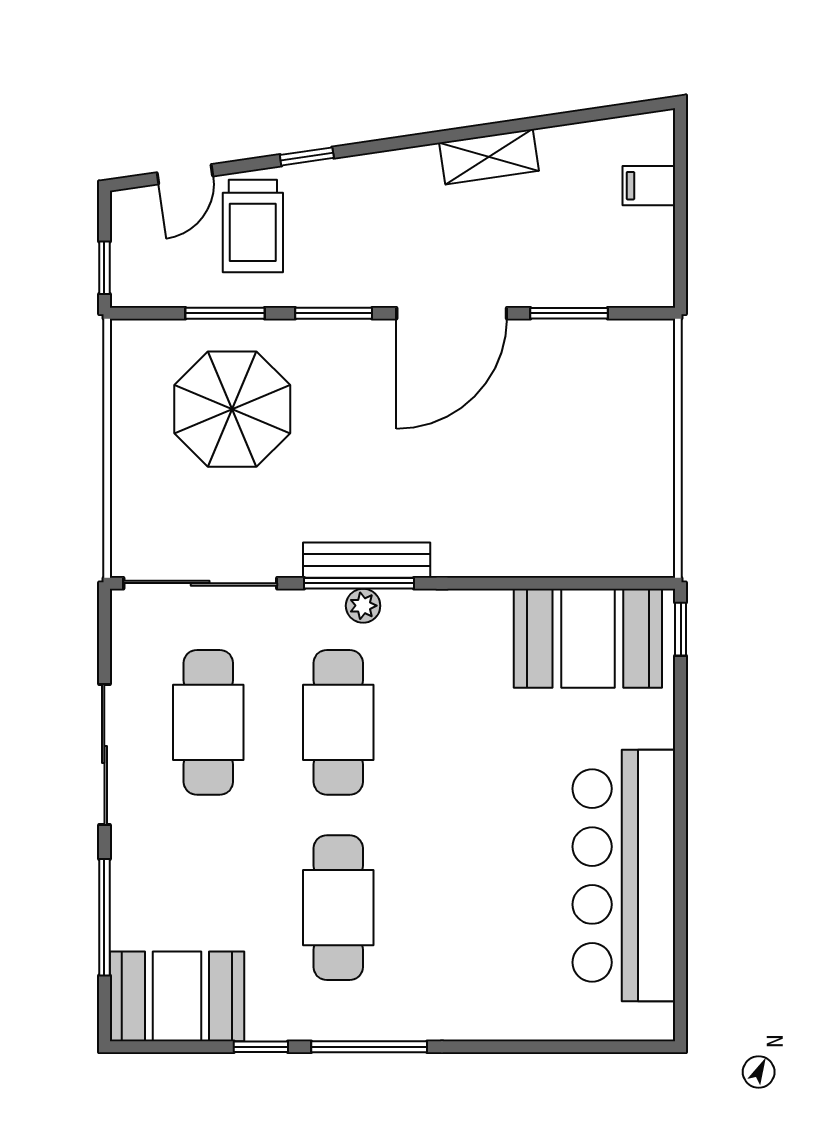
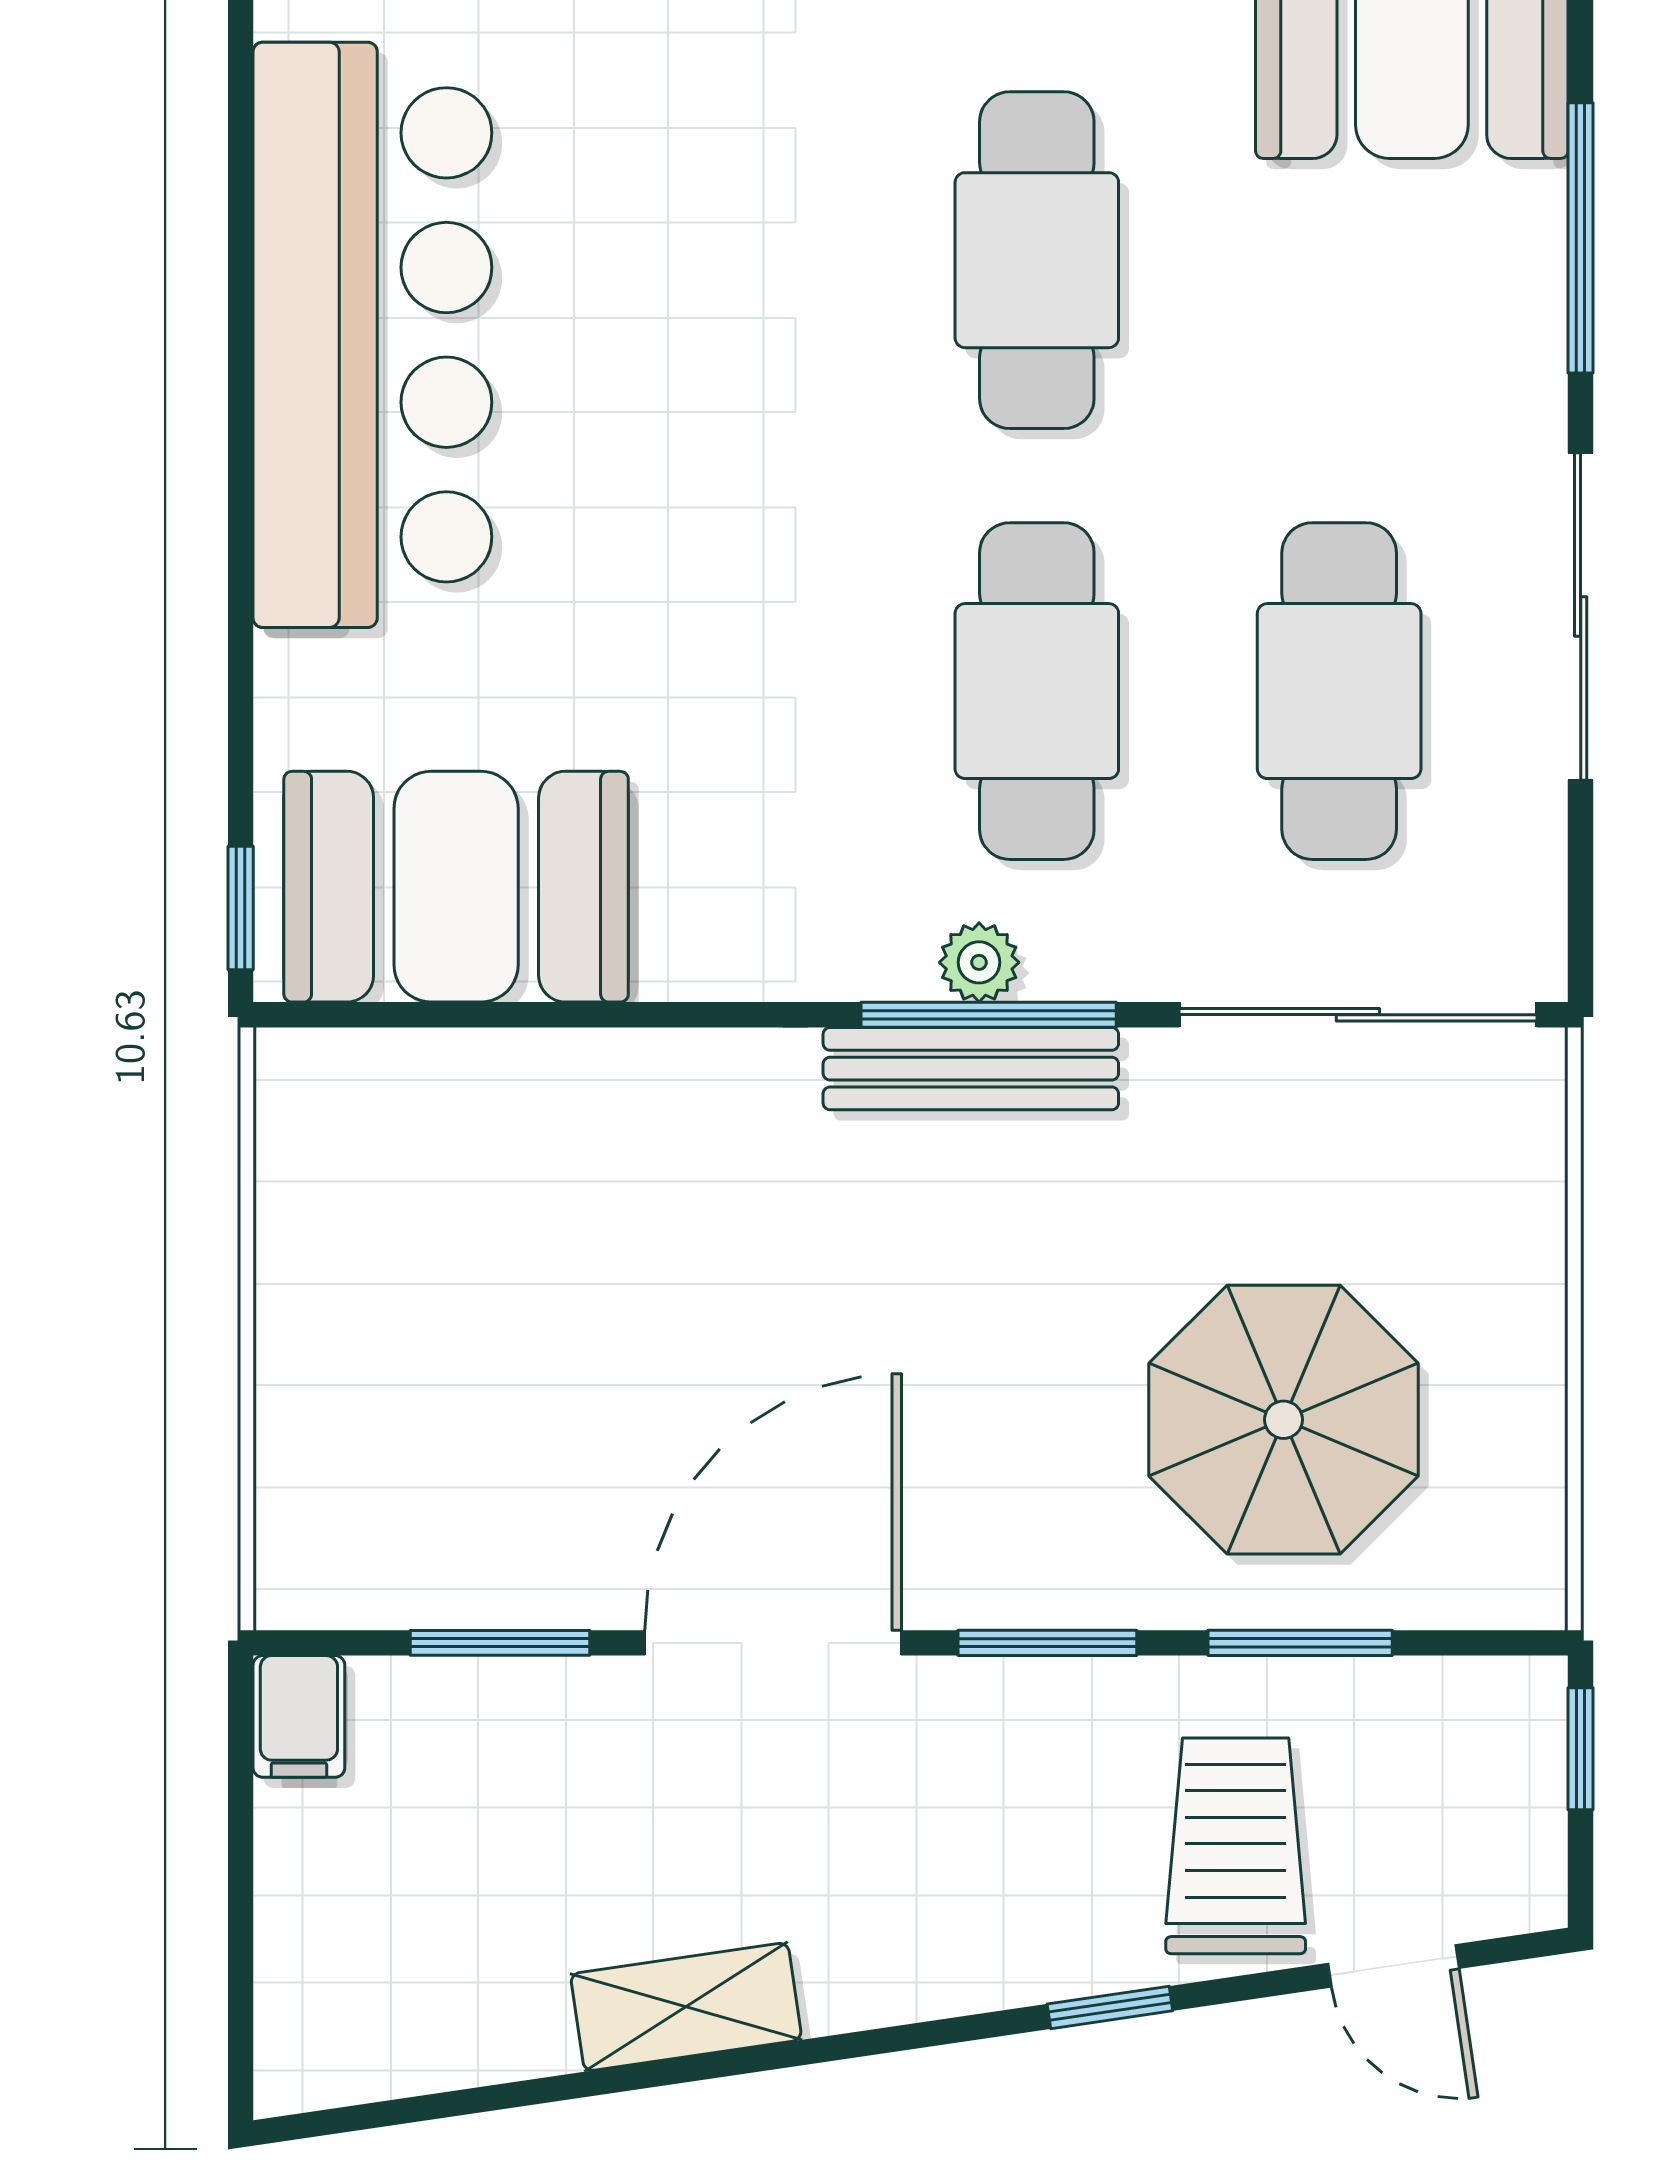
door: (185, 174) -> (1394, 1966), swing flipped
filing cabinet: (649, 186) -> (299, 1716), moved, turned 90

